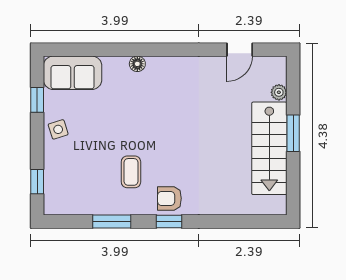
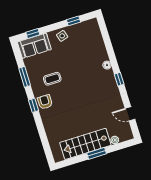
window: (170, 50) -> (119, 79), added
sofa: (73, 73) -> (34, 46), moved, turned -90

